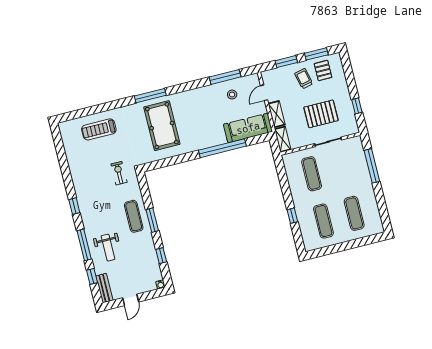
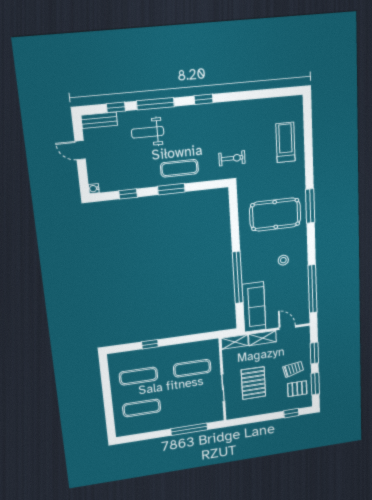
window: (225, 77) -> (313, 289), width x1.46
stool: (232, 95) -> (283, 260), moved
window: (357, 106) -> (291, 413), moved

